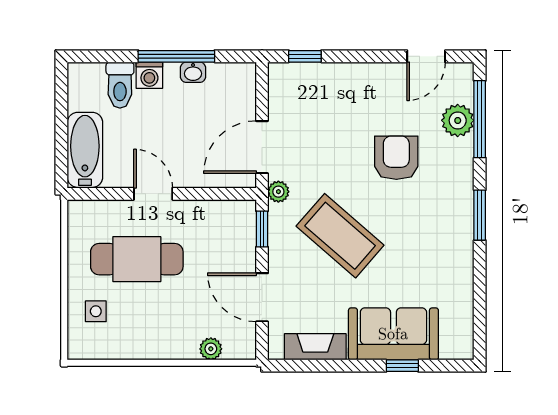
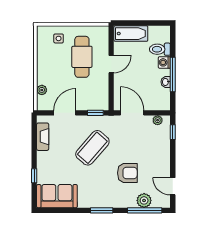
plant: (278, 192) -> (158, 120), moved
sofa: (393, 334) -> (57, 196), moved, turned -90

